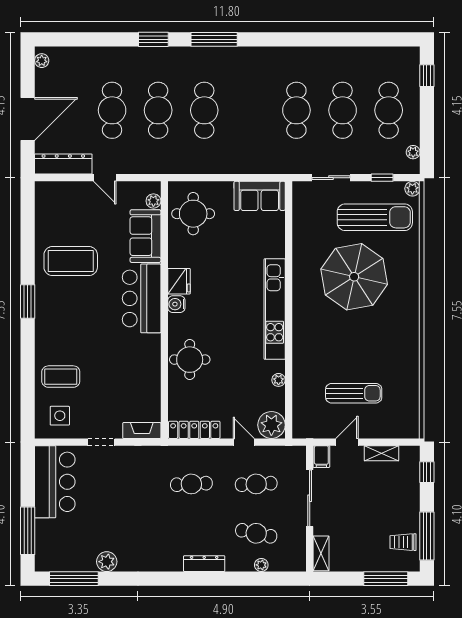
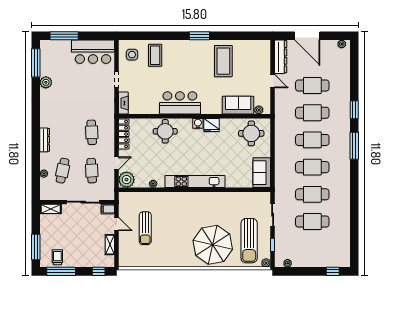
cafe table: (389, 110) -> (312, 167), moved
door: (105, 178) -> (273, 81), swing flipped
parasol: (354, 277) -> (213, 245), moved
bar counter: (142, 298) -> (180, 103), moved

